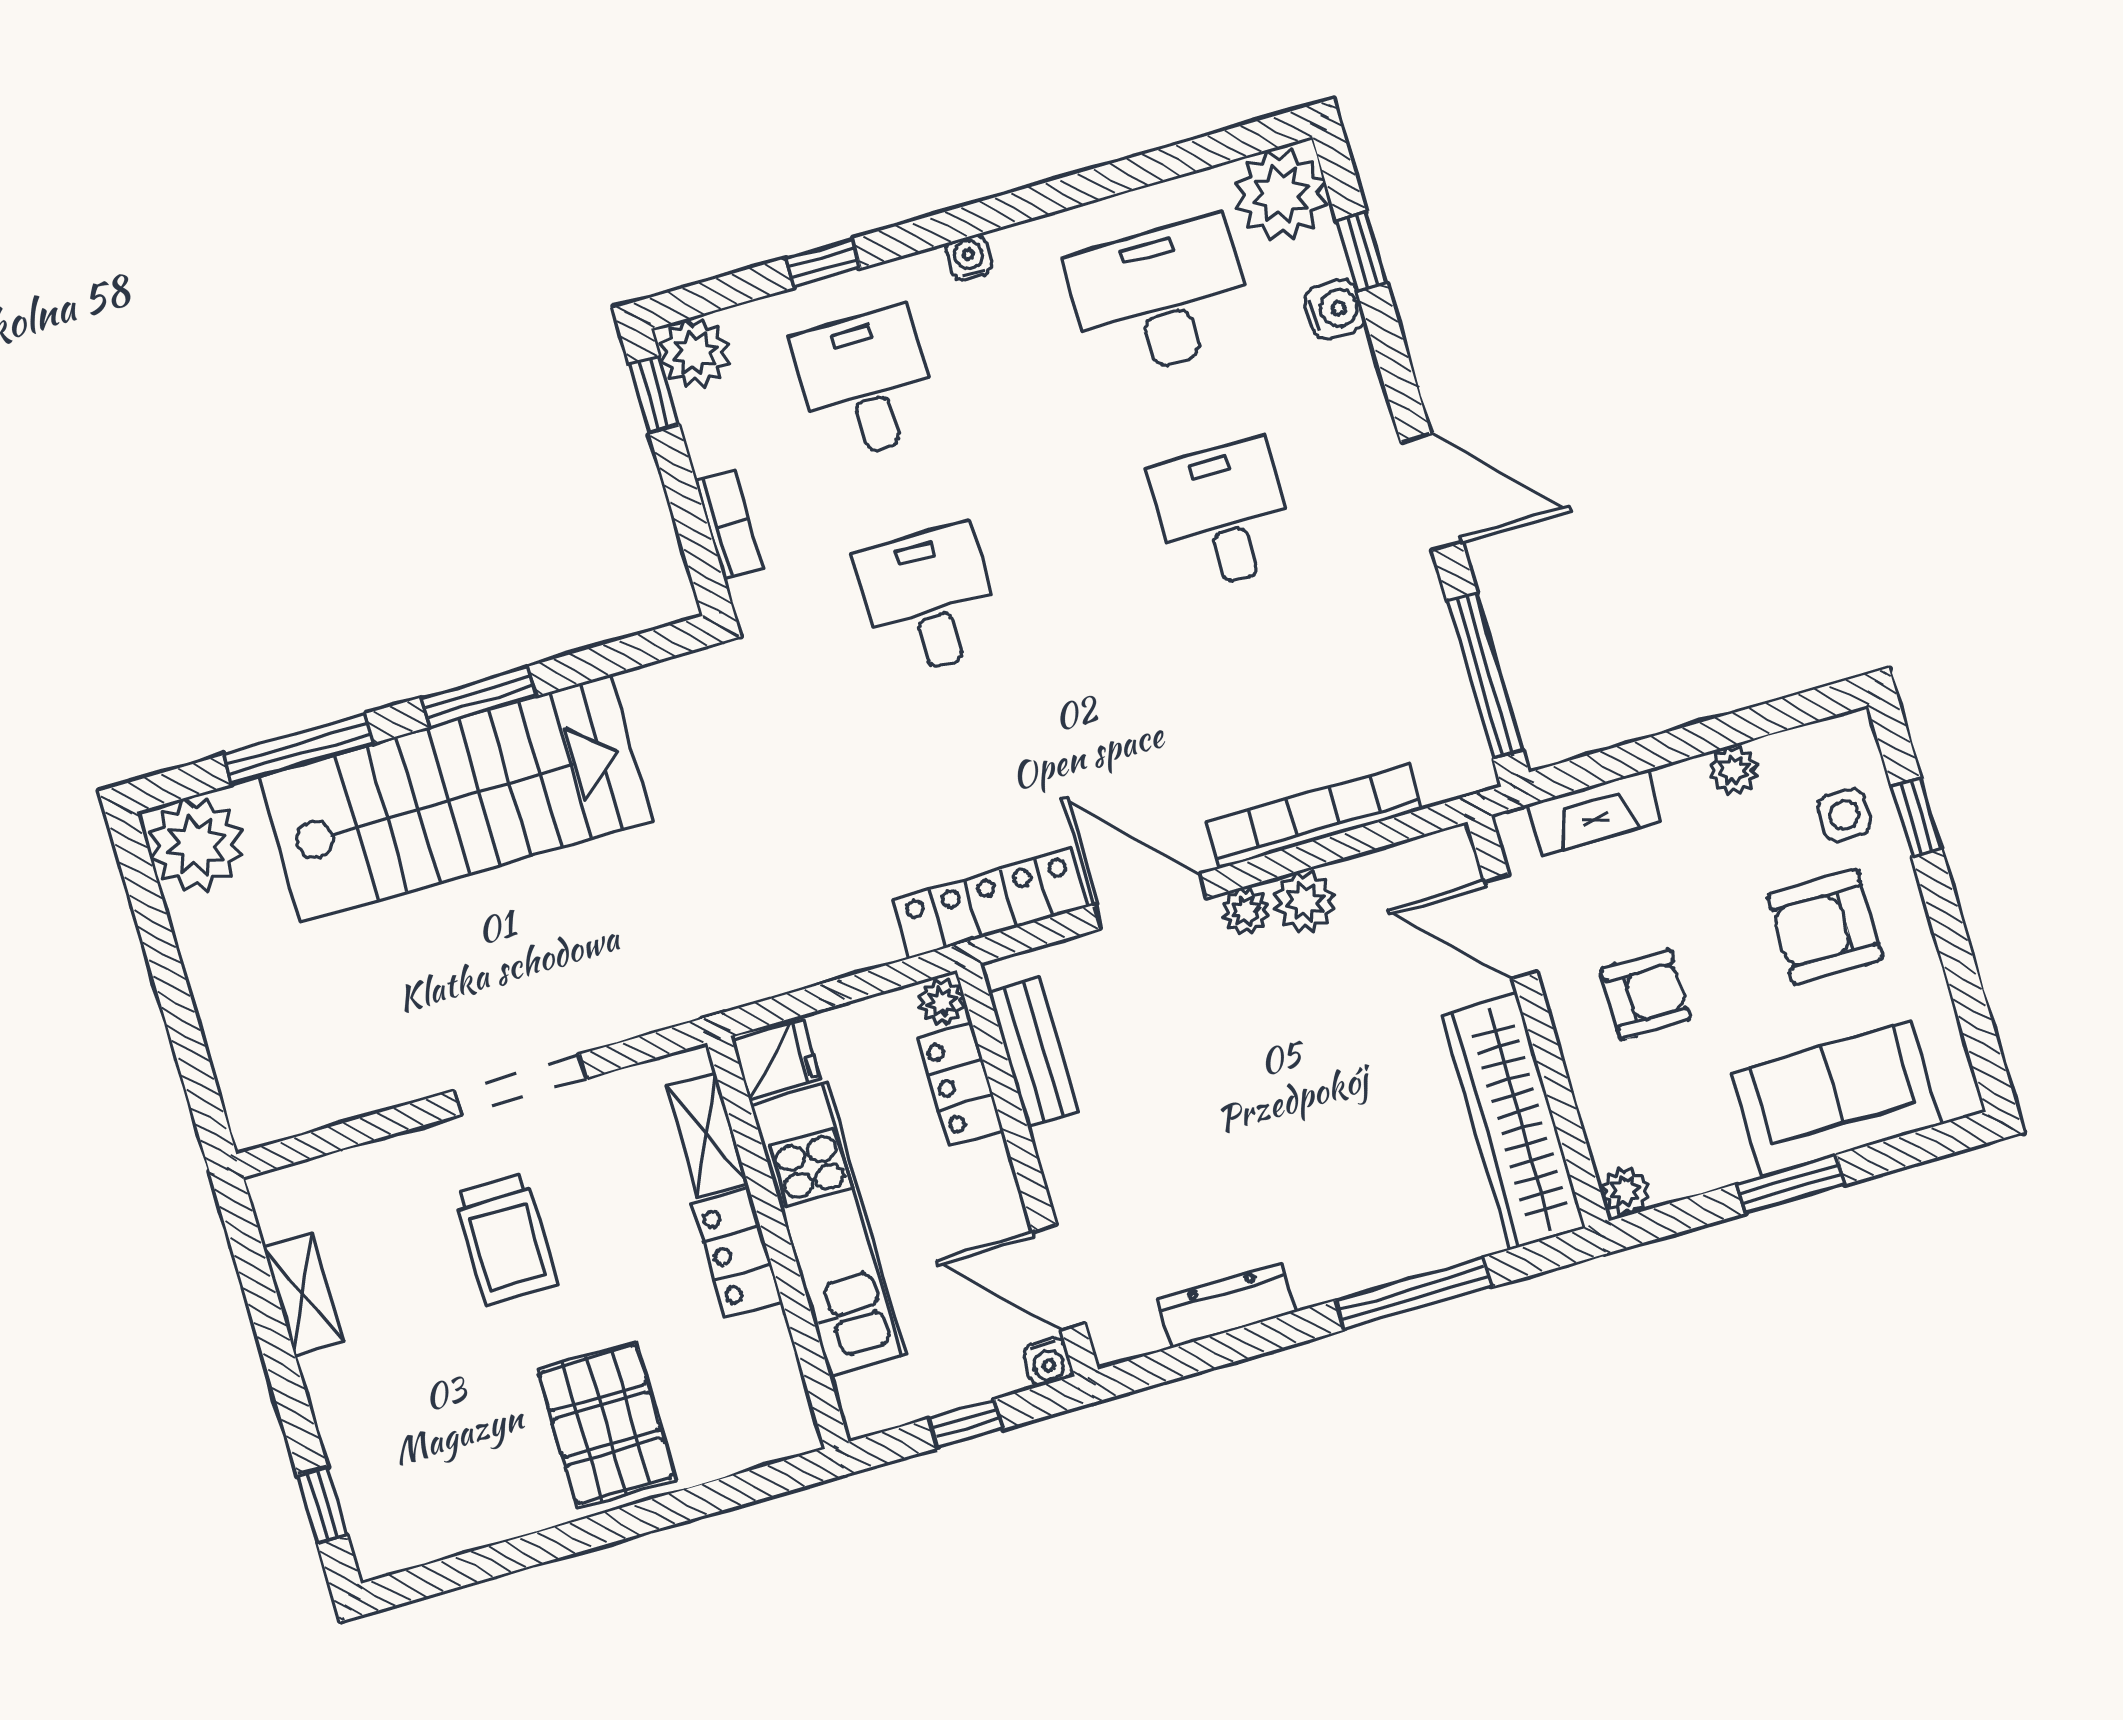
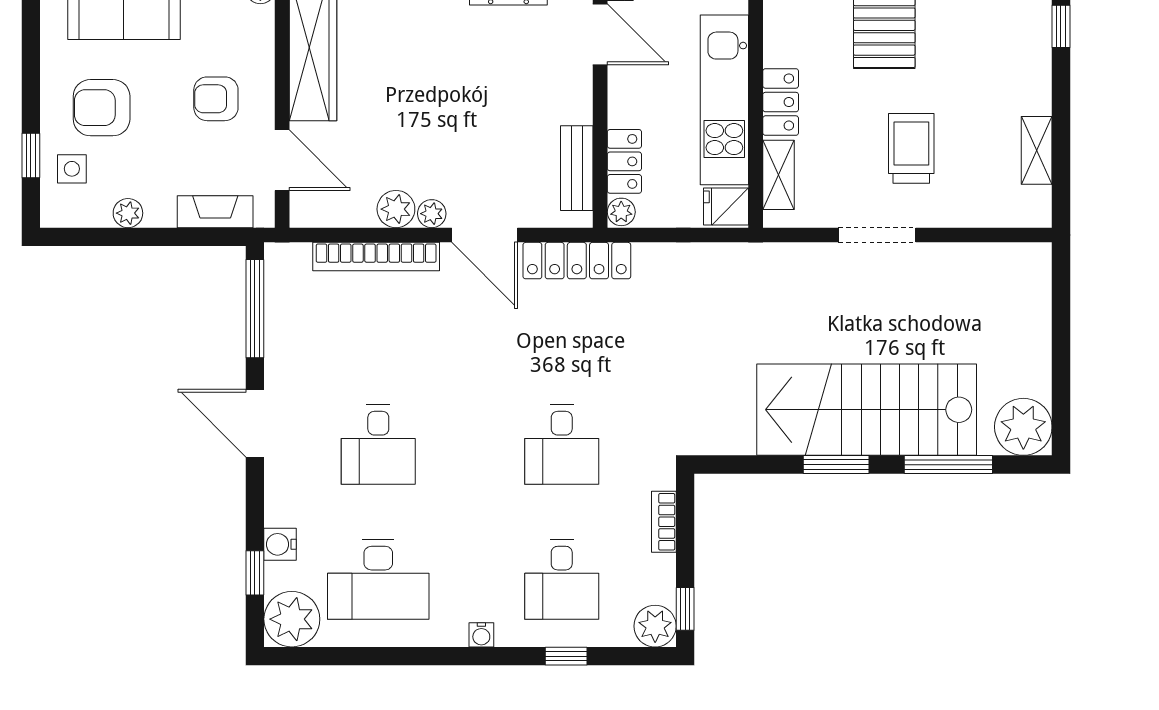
armchair: (1825, 927) -> (102, 108), turned 180

